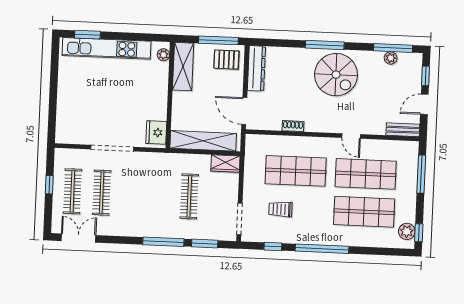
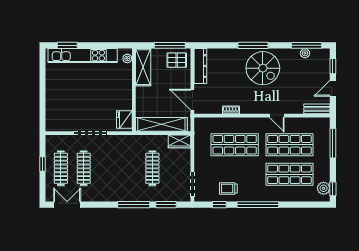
trolley: (281, 209) -> (228, 188), moved

